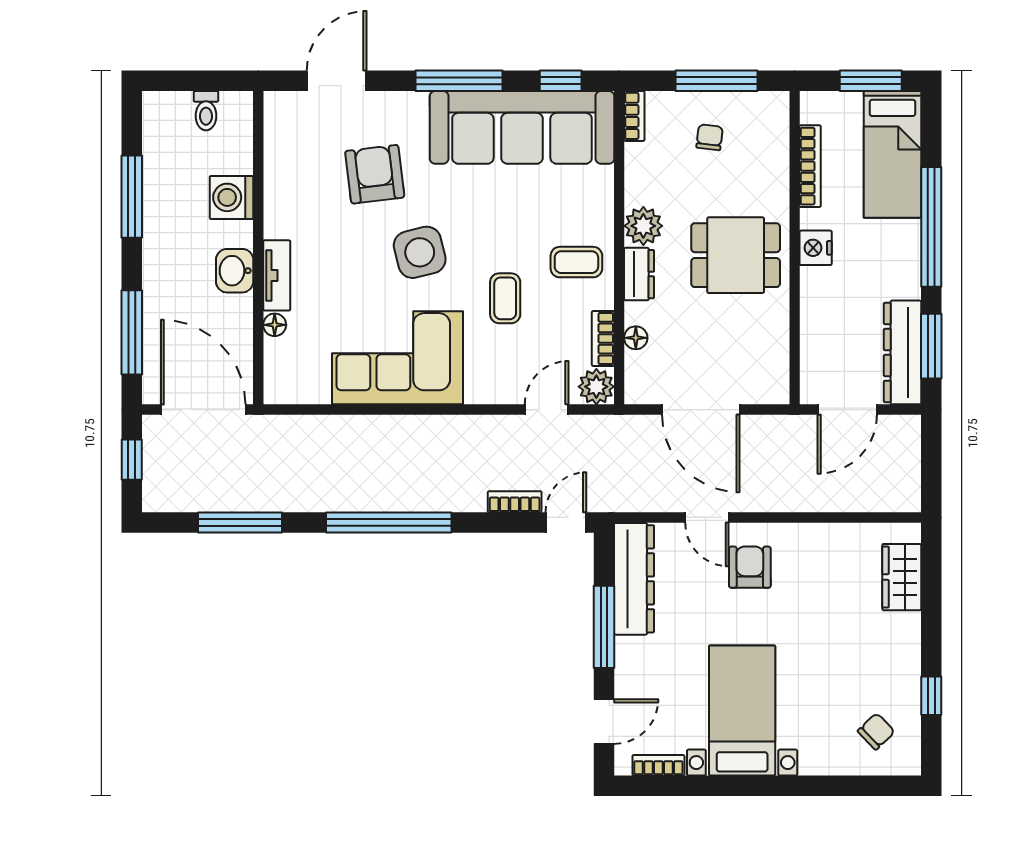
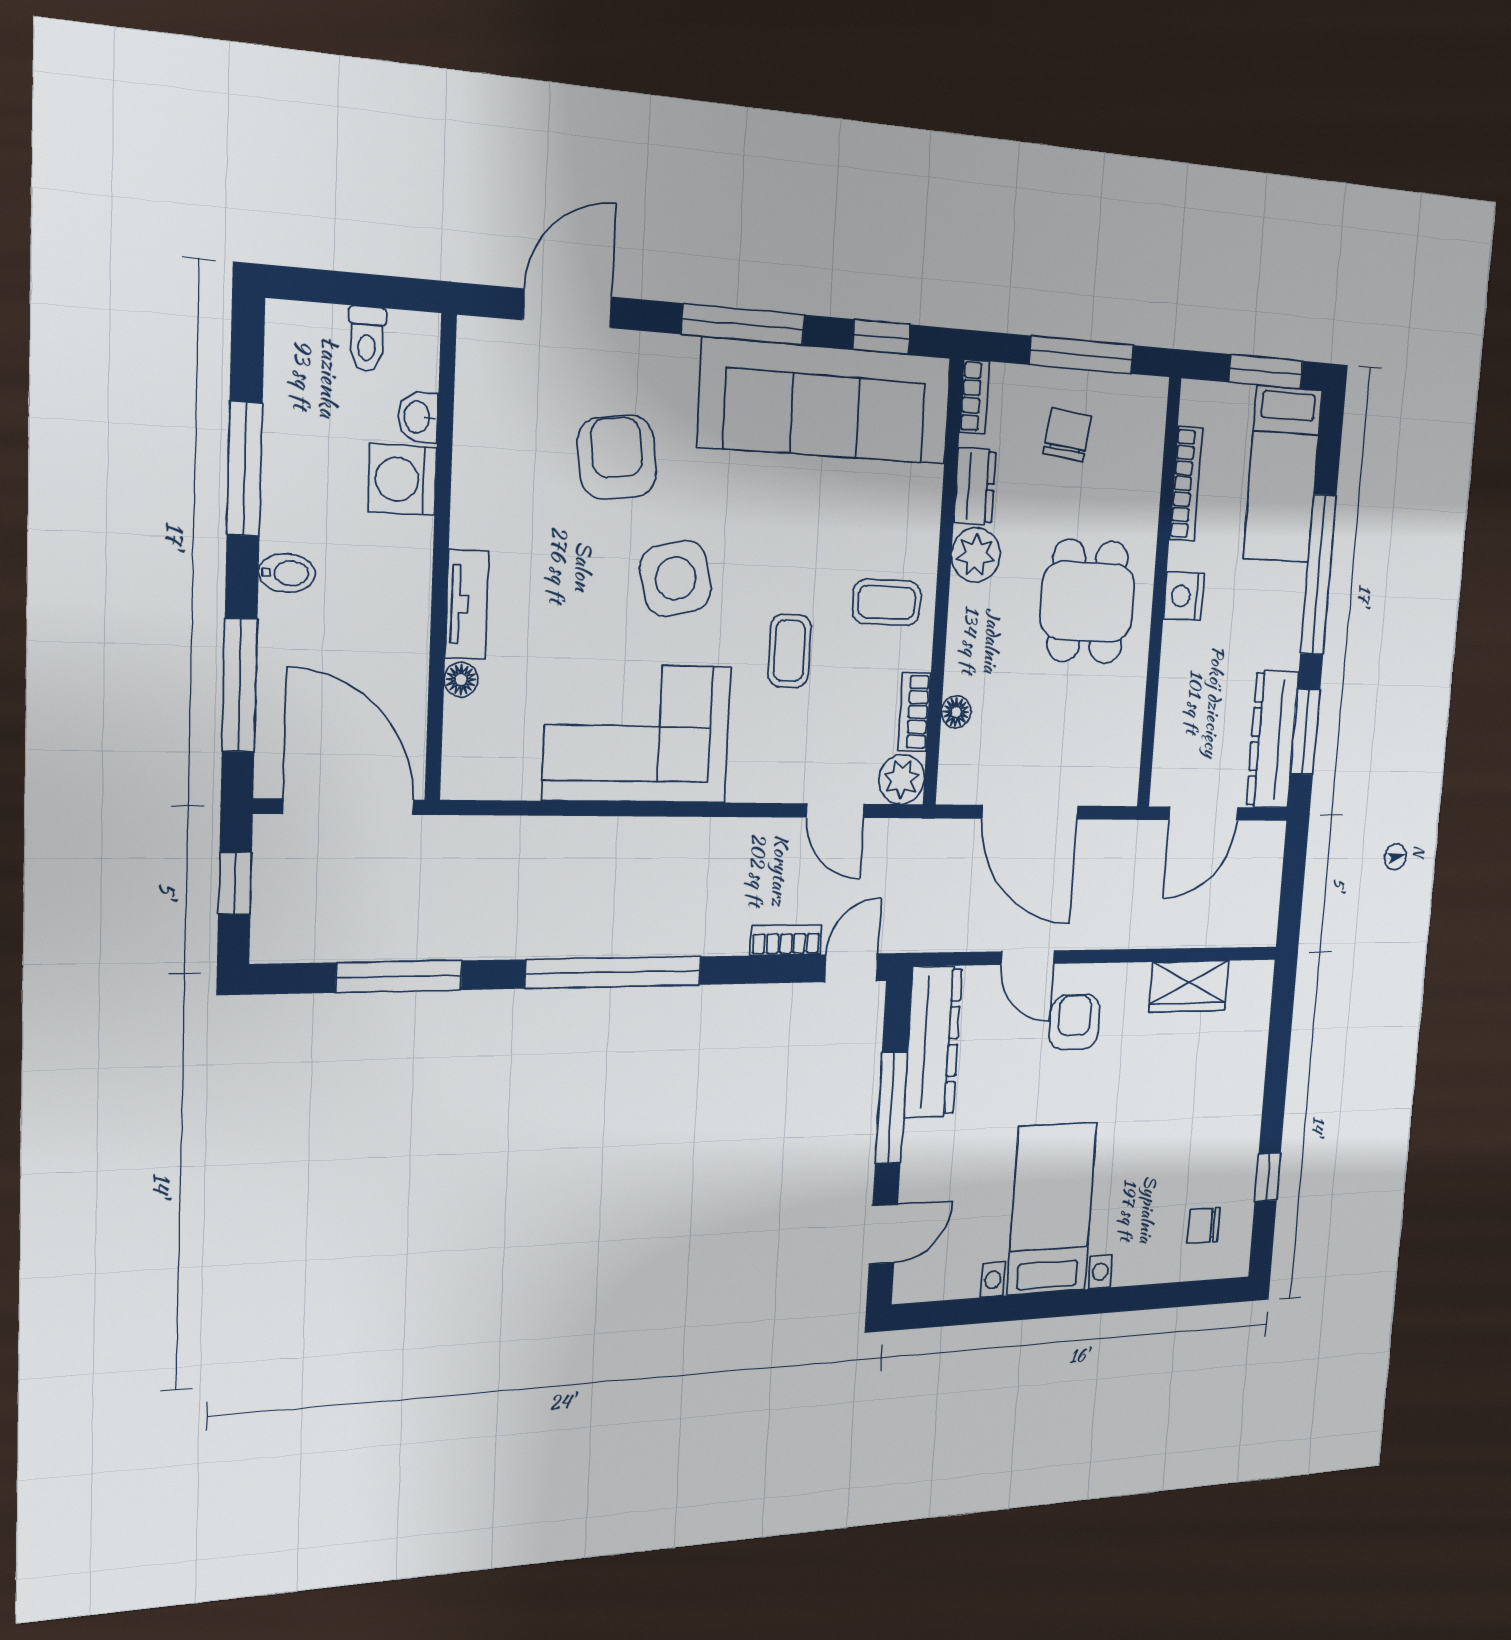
chair: (710, 137) -> (1067, 435), width x1.37, depth x1.37
dining table: (736, 255) -> (1087, 602), turned 90
bidet: (160, 260) -> (287, 573), added
washbasin: (235, 271) -> (418, 417), moved, width x0.72, depth x0.69
dresser: (639, 274) -> (975, 486), moved
door: (547, 410) -> (835, 811), swing flipped
wardrobe: (902, 577) -> (1189, 986), moved, turned -90
chair: (876, 731) -> (1203, 1225), turned -136
bookcase: (658, 765) -> (947, 1287), removed

